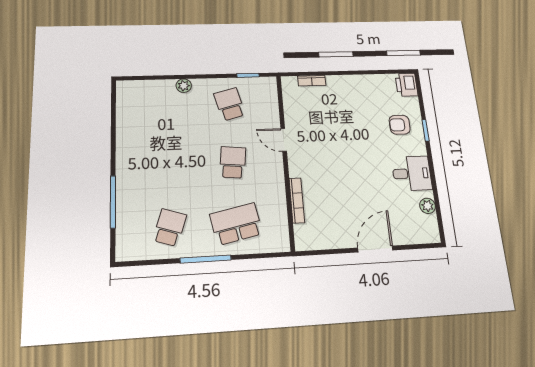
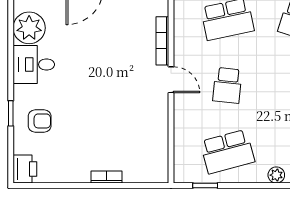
bookcase: (312, 81) -> (107, 177), moved
school desk: (230, 104) -> (227, 152), width x1.85
door: (284, 140) -> (171, 80), moved
plant: (428, 206) -> (29, 28), width x1.88, depth x1.88

